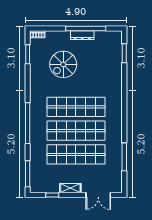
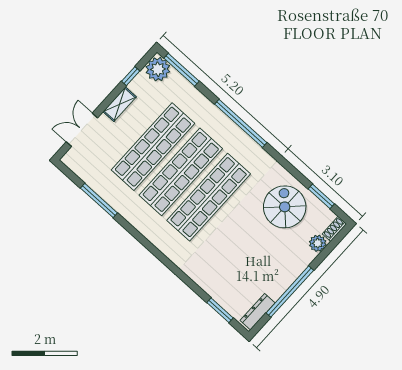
dresser: (82, 35) -> (258, 312), moved
plant: (51, 36) -> (318, 243), added
spiral stairs: (63, 64) -> (285, 207), moved
plant: (38, 185) -> (158, 69), added

